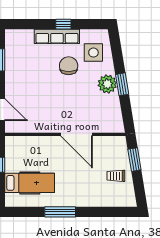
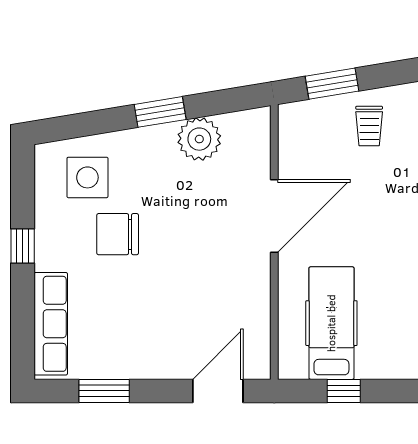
row of seats: (57, 36) -> (51, 324), moved
plant: (107, 84) -> (199, 139), moved
hospital bed: (30, 183) -> (331, 323), moved

